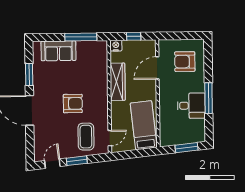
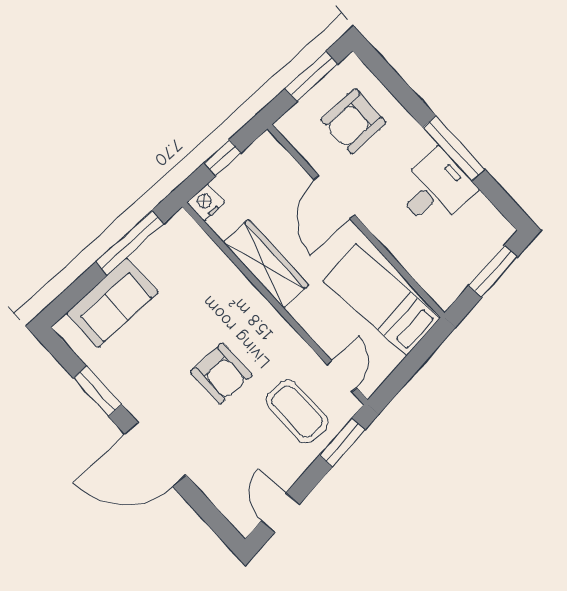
window: (184, 36) -> (311, 76), added
door: (157, 68) -> (334, 197), moved
armchair: (73, 104) -> (221, 374), turned 90
window: (77, 161) -> (342, 442), moved

